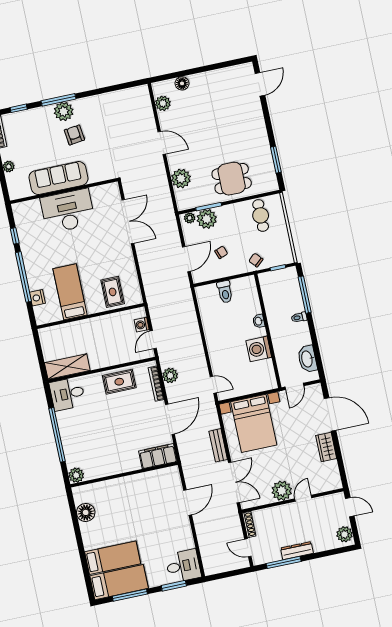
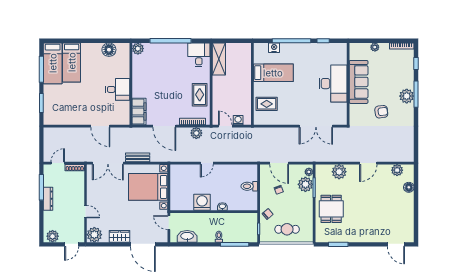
armchair: (74, 135) -> (381, 112), moved
cafe table: (261, 215) -> (287, 229), moved
door: (213, 385) -> (207, 163), moved
door: (330, 414) -> (143, 244), hinge flipped
plant: (282, 491) -> (94, 235), moved
desk: (183, 566) -> (118, 89), moved, turned -90

